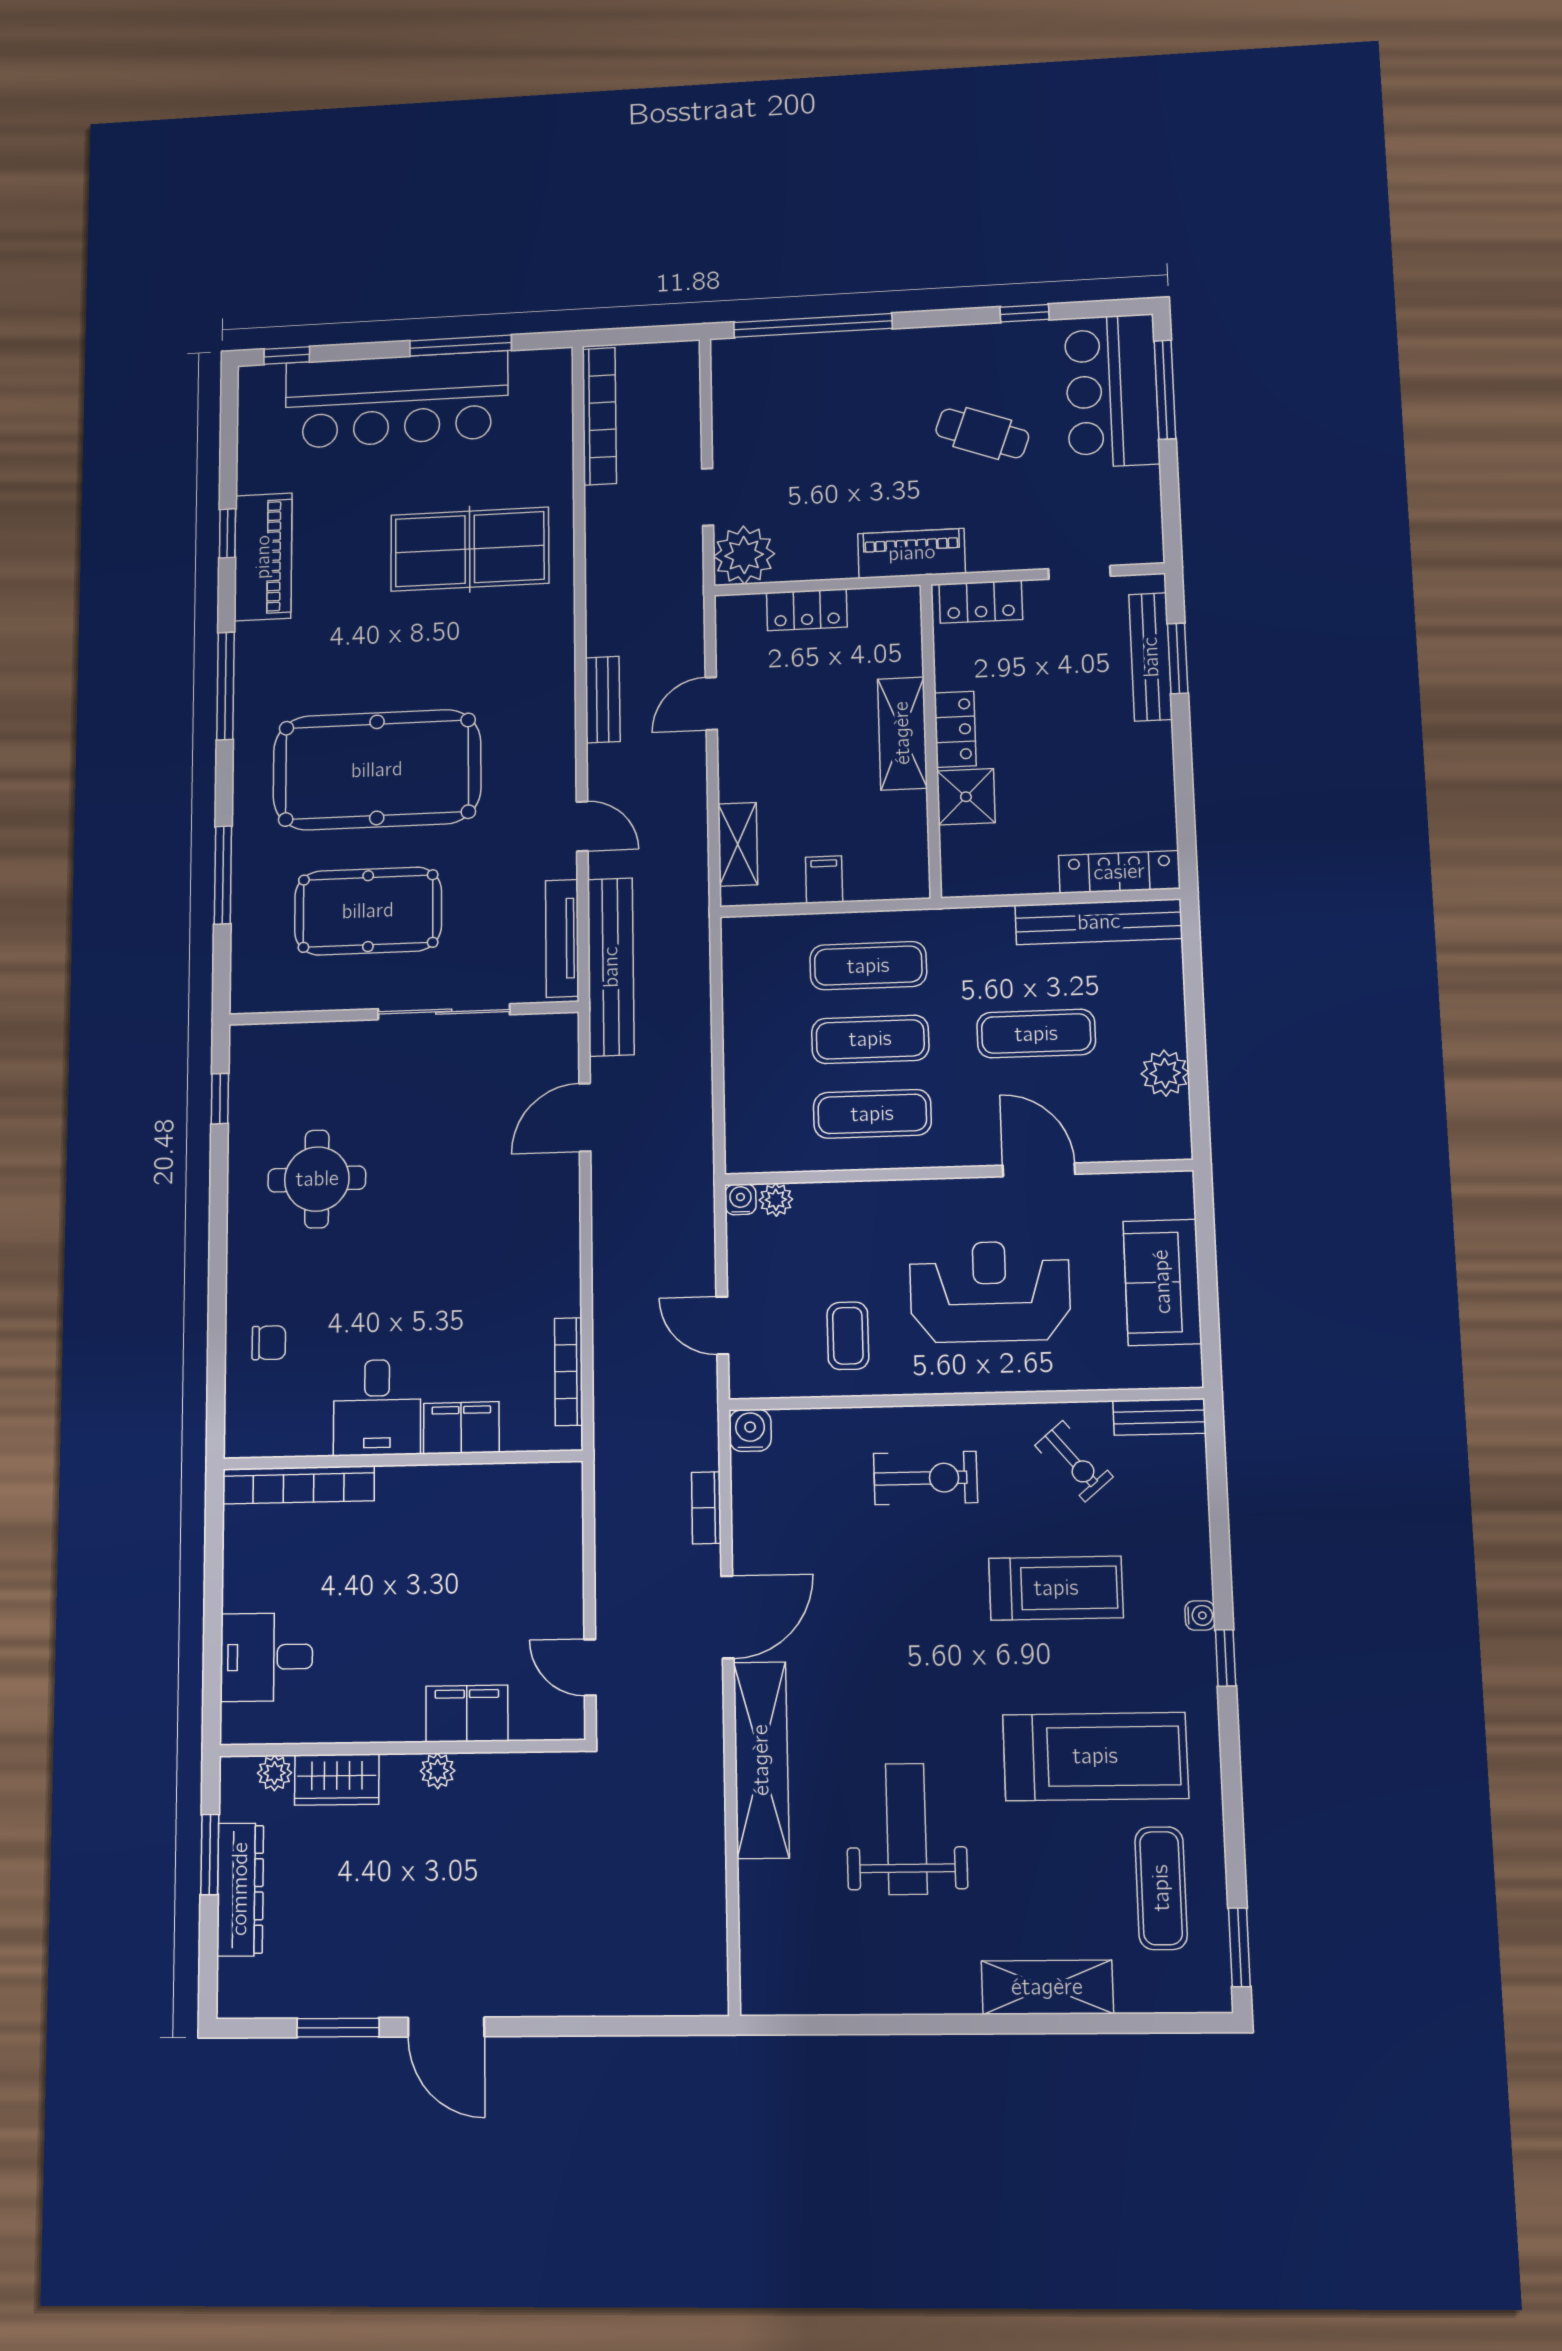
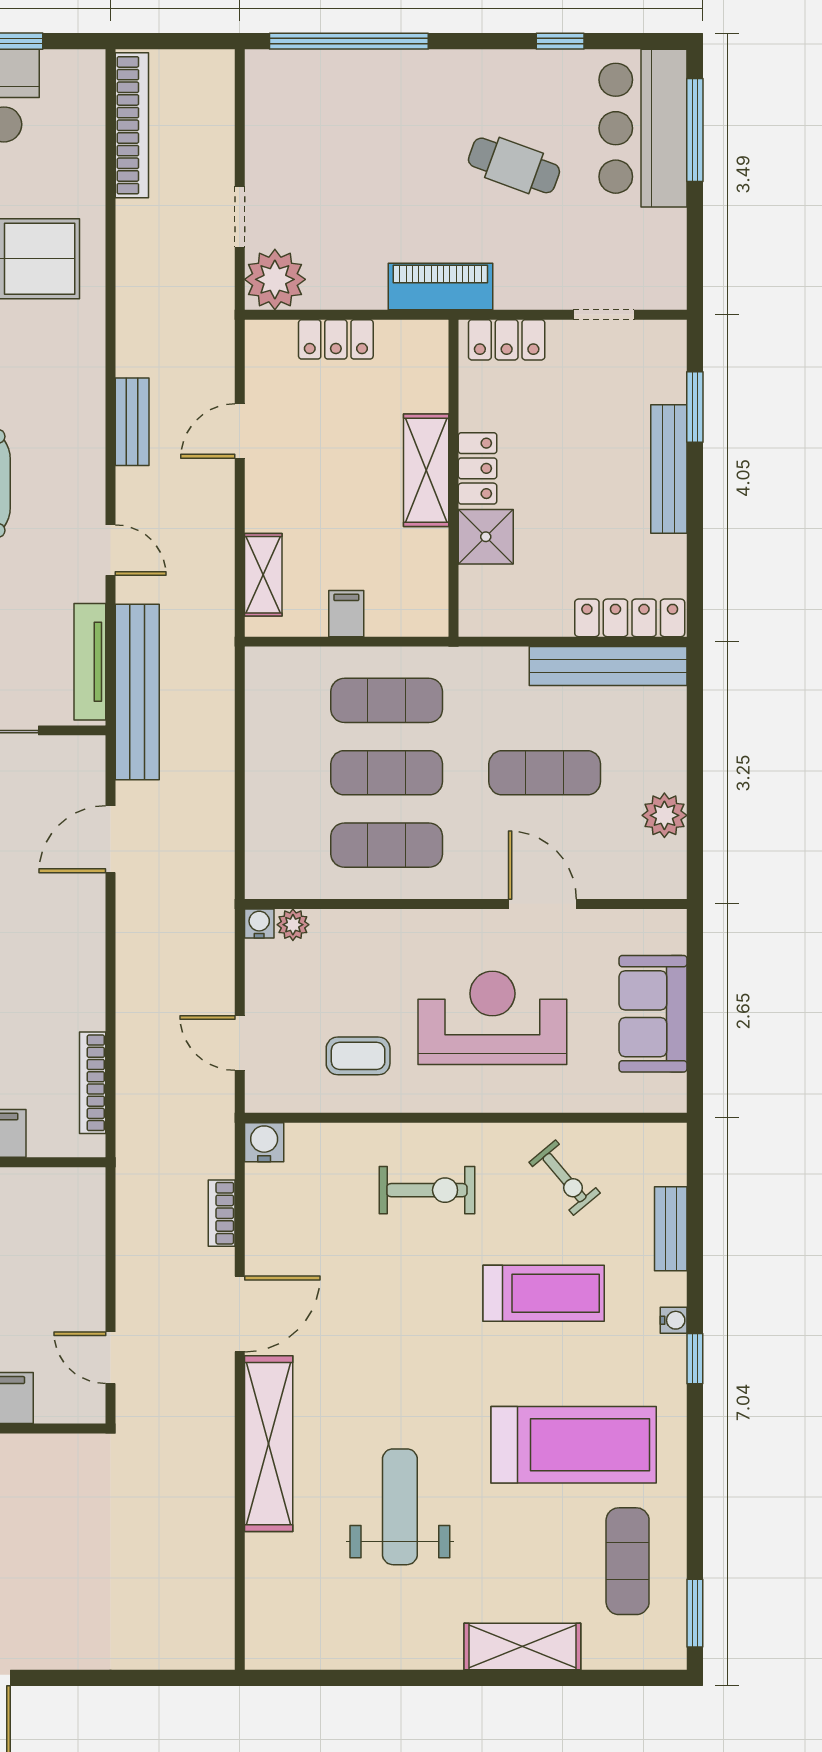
bench: (1151, 657) -> (669, 469), moved
coffee table: (848, 1336) -> (358, 1056), turned 90
bench: (1159, 1417) -> (671, 1229), moved, turned 90

